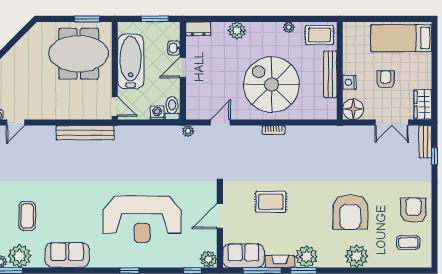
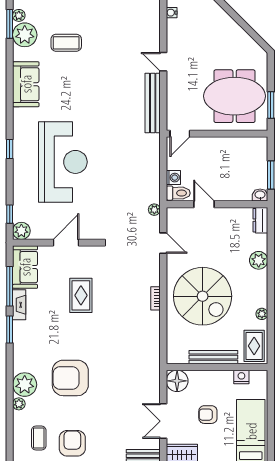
washbasin: (174, 48) -> (260, 195), moved
meeting table: (79, 54) -> (235, 96), turned 90
bathtub: (131, 61) -> (227, 150), removed
door: (183, 67) -> (204, 204), moved
armchair: (386, 79) -> (208, 415), turned 180
nightstand: (349, 82) -> (241, 377), moved
spiral stairs: (272, 85) -> (203, 296), turned 90
door: (16, 123) -> (163, 62), moved
armchair: (413, 210) -> (72, 443), turned -90
door: (220, 216) -> (66, 243), hinge flipped
reception desk: (142, 219) -> (63, 162), turned 180
plant: (307, 256) -> (19, 404), moved, width x0.53, depth x0.53

